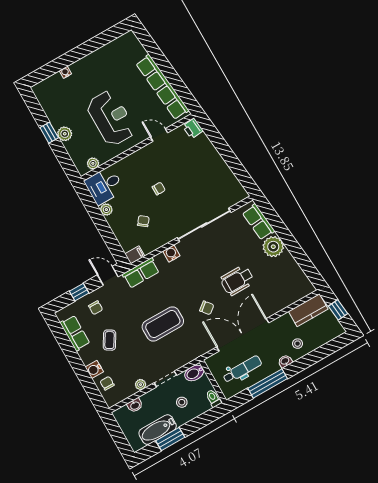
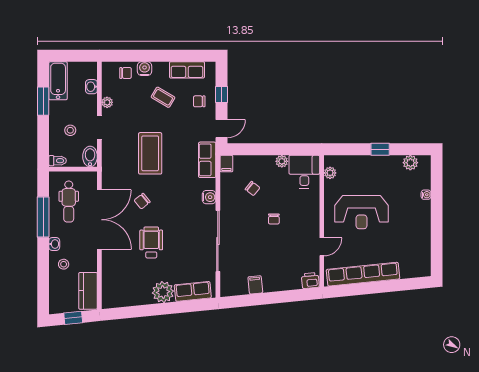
plant: (65, 134) -> (410, 163), moved
filing cabinet: (223, 173) -> (255, 285), added
bathtub: (158, 430) -> (58, 81), moved

